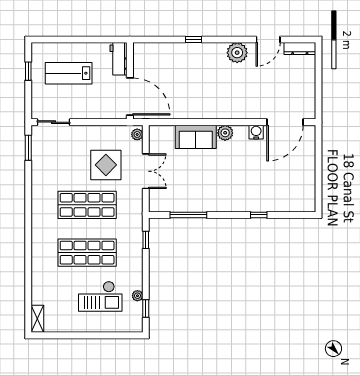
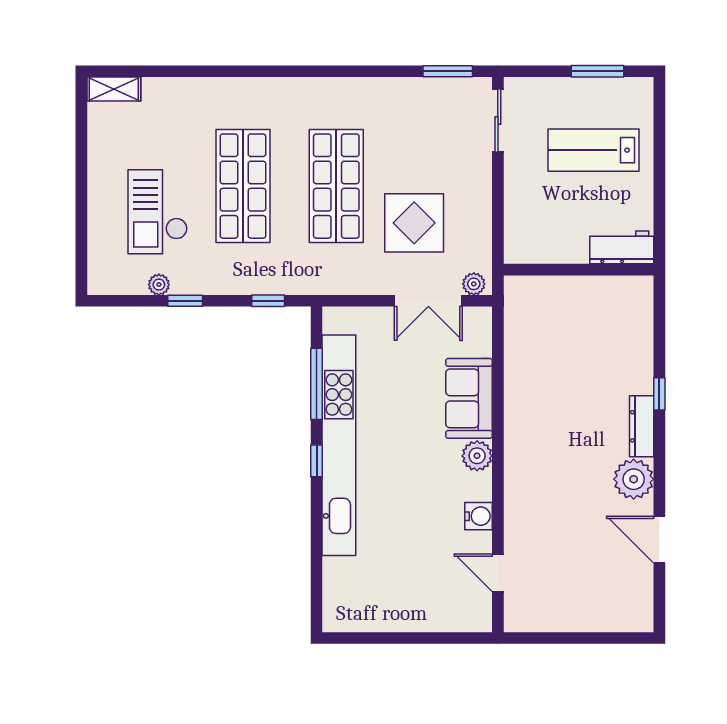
dresser: (300, 48) -> (642, 426), moved
window: (28, 71) -> (597, 71), width x1.50
lab bench: (69, 73) -> (594, 150), turned -90
door: (130, 96) -> (548, 270), removed
door: (285, 122) -> (498, 573), width x0.53
double door: (146, 171) -> (428, 301), moved
kitchen unit: (220, 204) -> (339, 445), added
window: (259, 215) -> (317, 461), moved
window: (146, 309) -> (185, 301), moved

